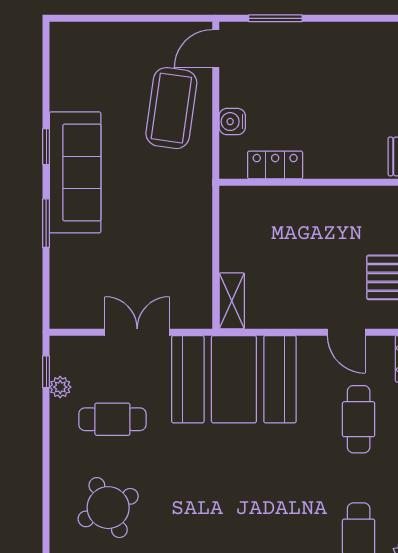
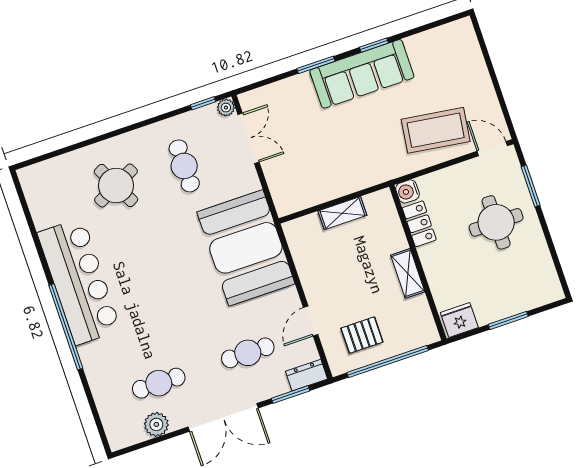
round table: (304, 74) -> (496, 222), added
water cooler: (232, 122) -> (408, 191), moved, turned -90
shelving: (329, 199) -> (408, 273), added
shelving: (232, 301) -> (342, 213), moved
double door: (137, 332) -> (248, 138), moved
plant: (60, 387) -> (226, 108), moved

